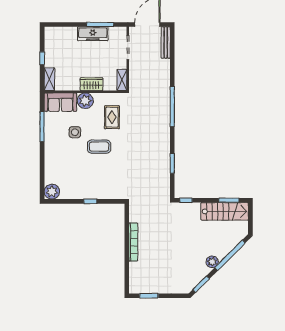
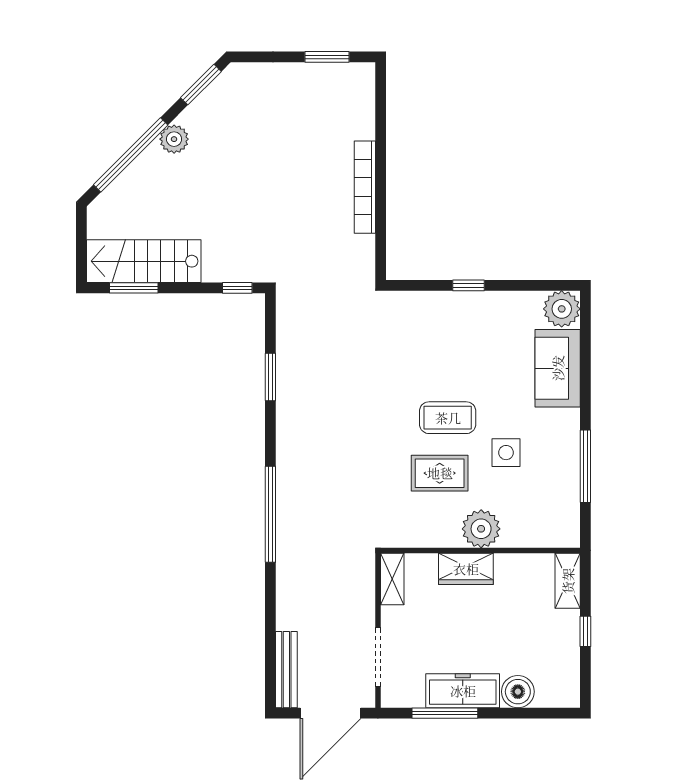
boiler: (70, 33) -> (518, 692), added
sofa: (60, 102) -> (558, 368), moved, turned -90
rug: (112, 117) -> (440, 473), moved, turned 90

